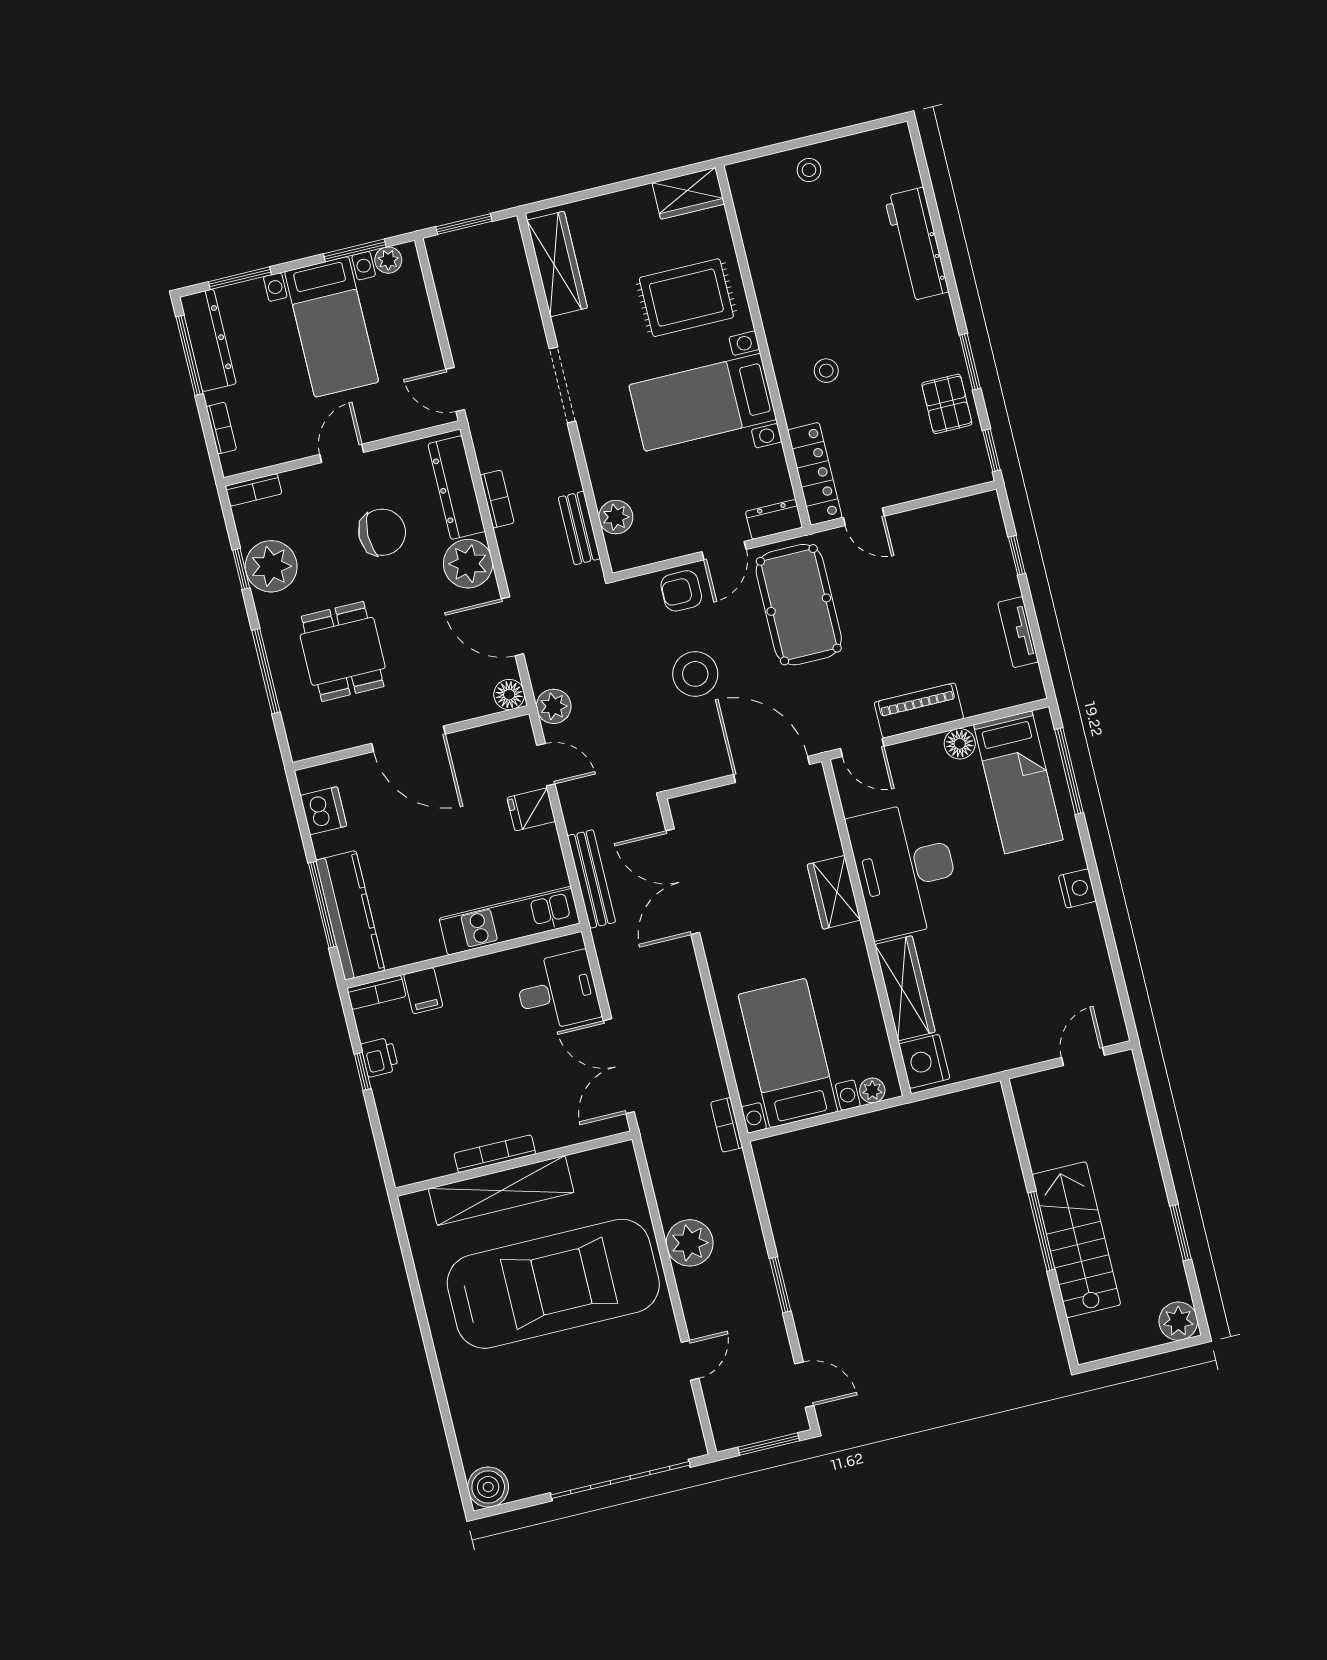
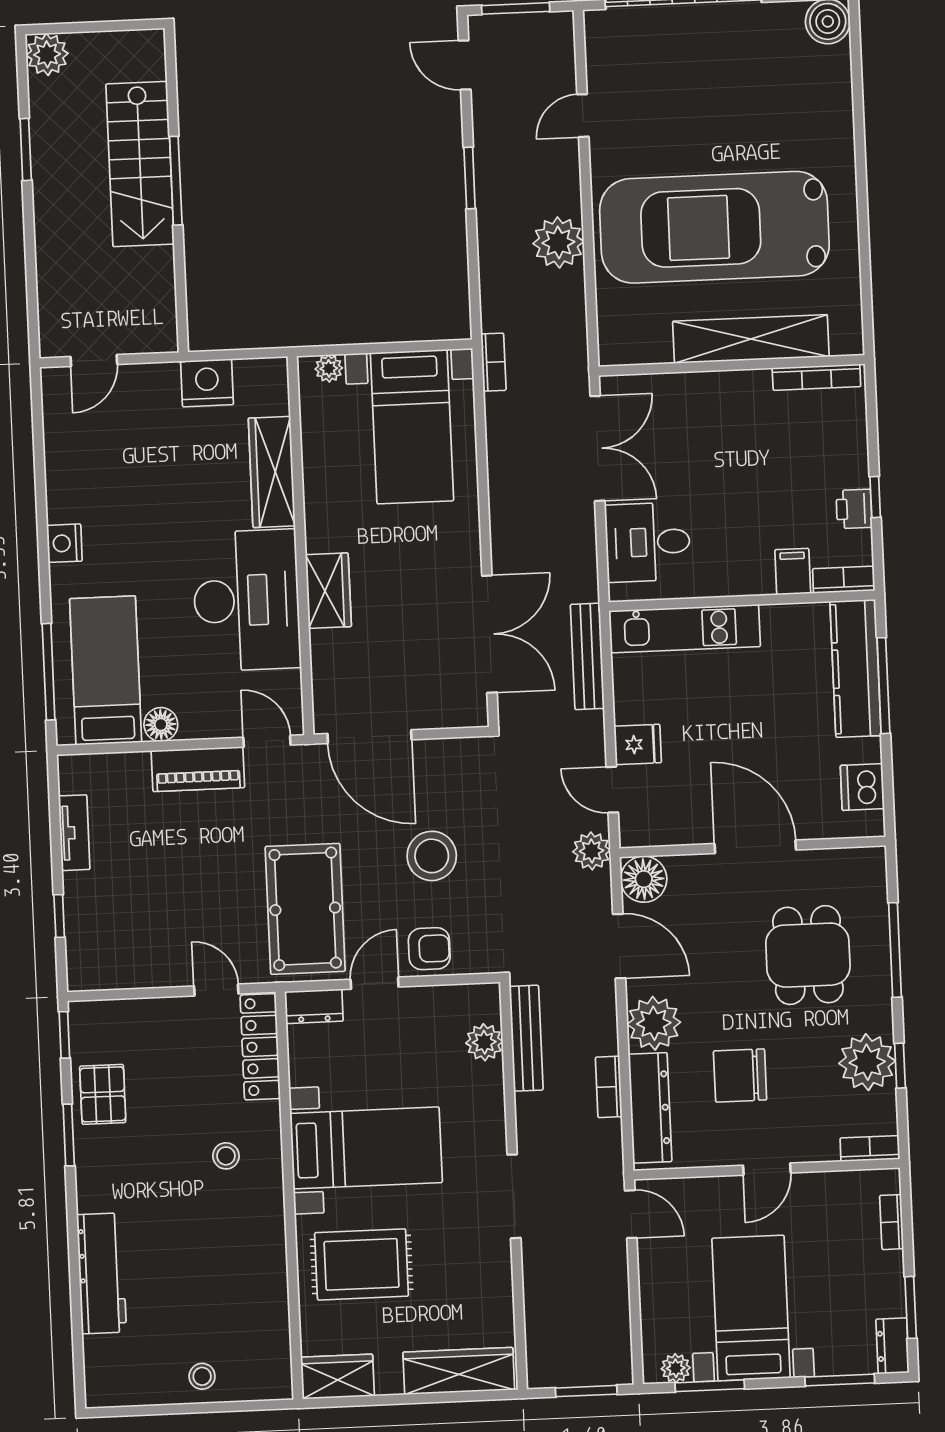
wardrobe: (557, 264) -> (459, 1371), moved, turned 90
dresser: (208, 340) -> (892, 1346), width x0.51, depth x0.80
window: (189, 355) -> (911, 1307), width x0.69
bench: (579, 528) -> (526, 1038), width x1.36
floor lamp: (509, 695) -> (644, 879), width x1.38, depth x1.38
nightstand: (924, 1061) -> (207, 383), moved, turned -90
bookcase: (495, 1154) -> (816, 377), moved

